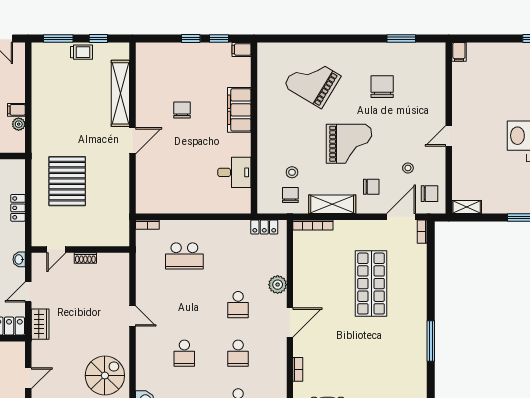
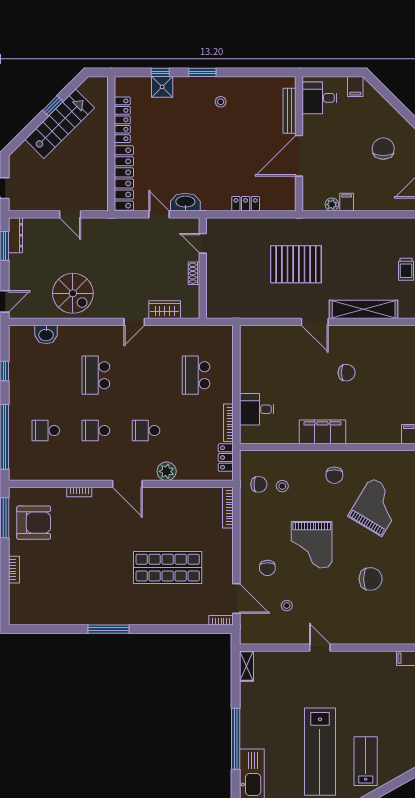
filing cabinet: (239, 110) -> (322, 432), moved
desk: (234, 172) -> (257, 409), moved, turned 90
pallet: (67, 181) -> (296, 264), moved
chair: (430, 194) -> (334, 475), moved
shelving: (332, 204) -> (249, 527), removed
bookcase: (147, 225) -> (228, 423), moved, width x1.56
washbasin: (19, 259) -> (185, 202), width x1.91, depth x1.45
wardrobe: (40, 324) -> (165, 310), moved, turned 180
school desk: (184, 353) -> (96, 375), width x1.85

